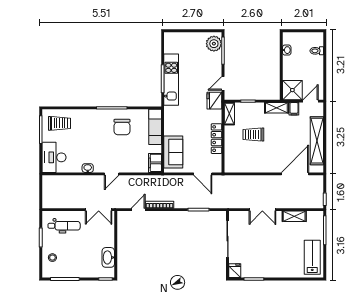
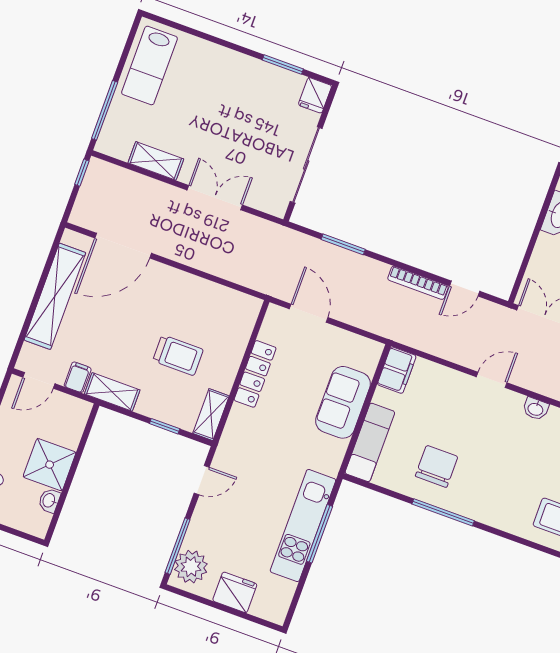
shower: (292, 90) -> (50, 465), moved
fridge: (214, 101) -> (235, 592), moved, turned -90
sofa: (173, 152) -> (343, 402), moved

